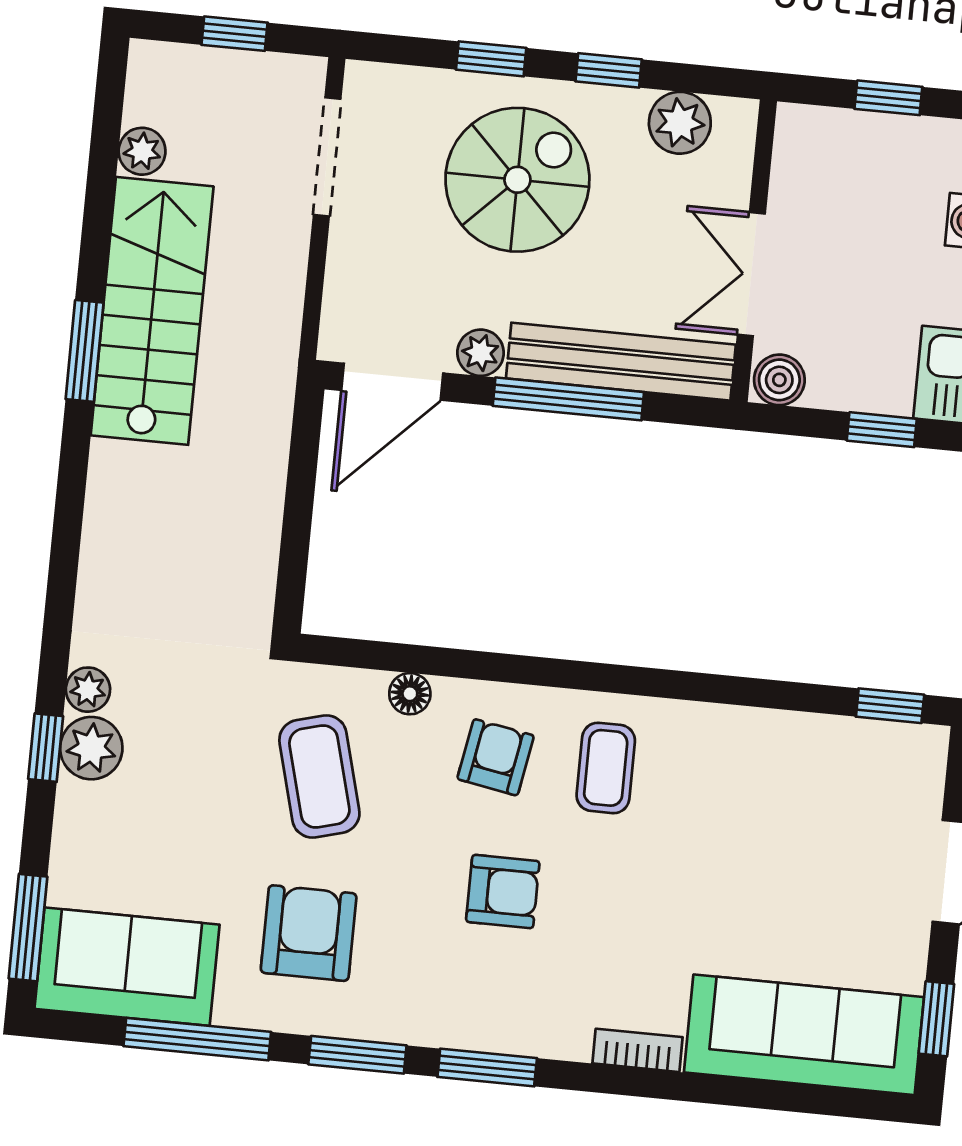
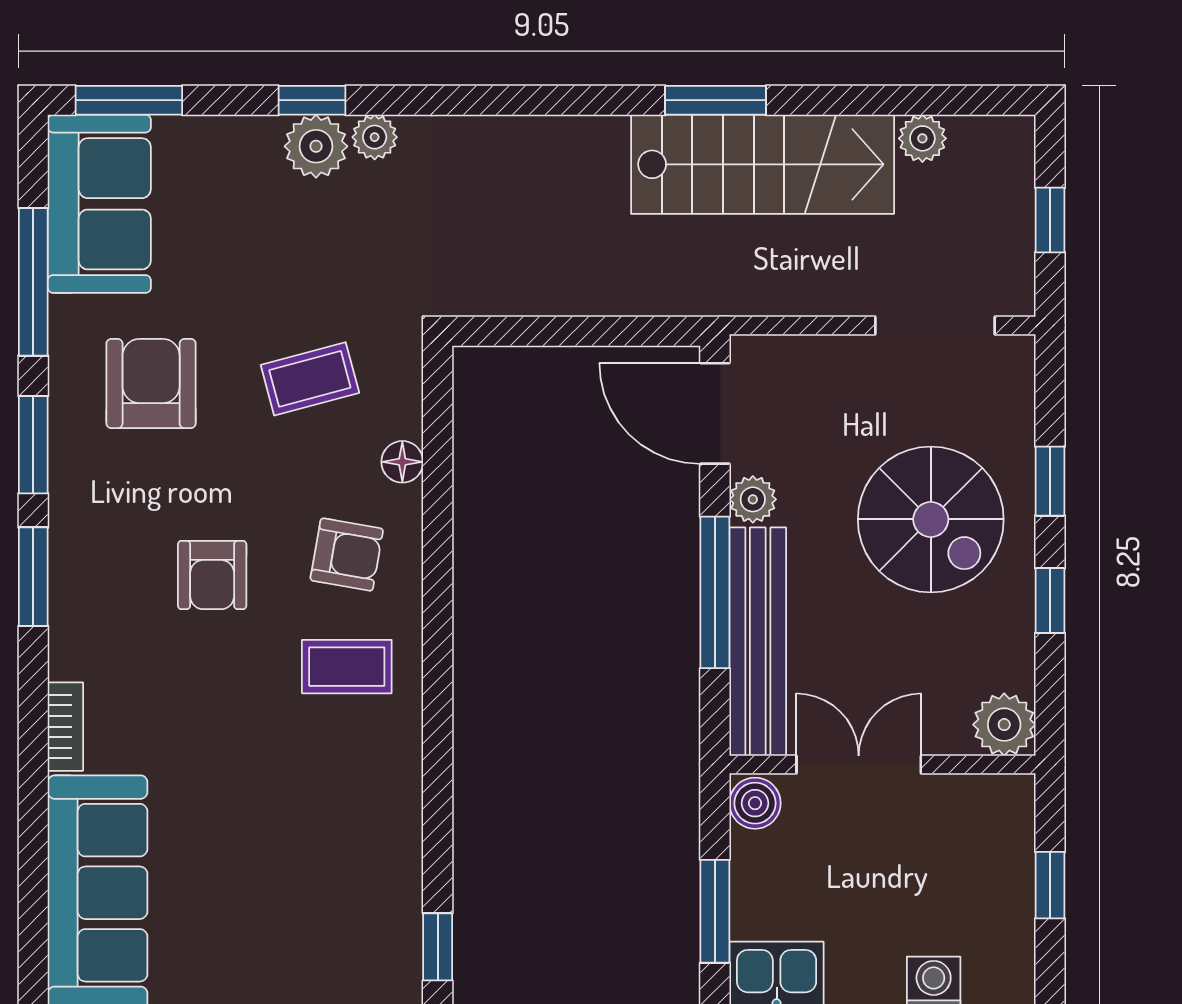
plant: (680, 123) -> (1004, 725), moved
window: (882, 430) -> (715, 911), width x1.50
coffee table: (319, 777) -> (310, 379), width x0.73, depth x0.77
armchair: (309, 933) -> (151, 384), turned -90

